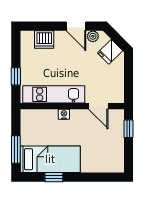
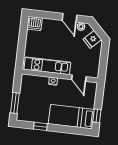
dishwasher: (44, 39) -> (35, 23), moved
window: (16, 76) -> (21, 49), removed
window: (128, 129) -> (97, 116), moved
bed: (50, 159) -> (71, 117), moved, turned 180

